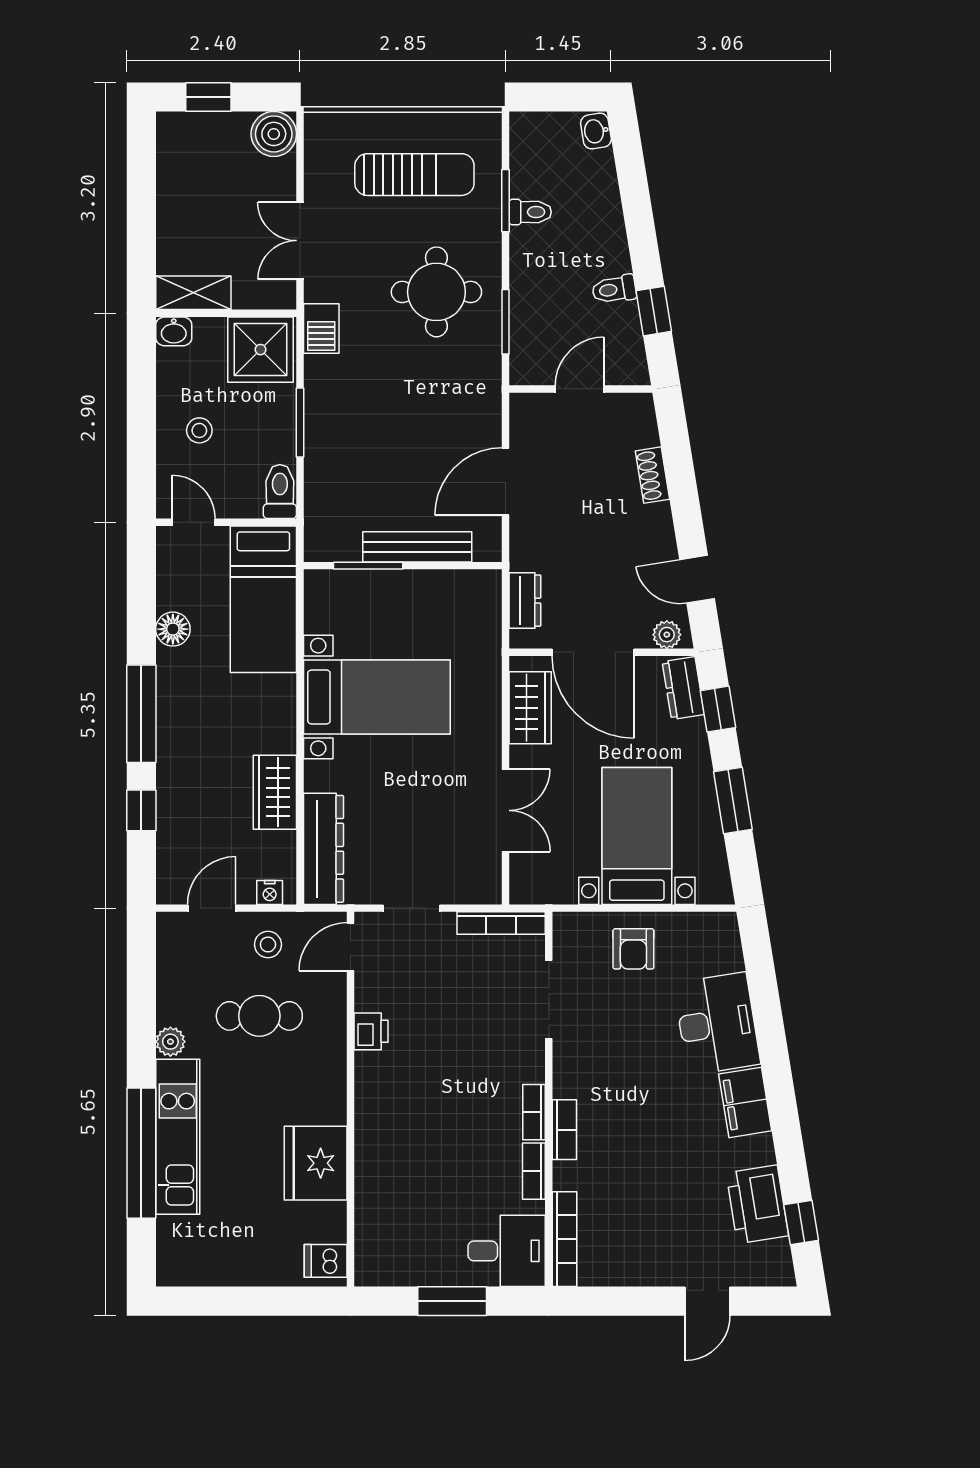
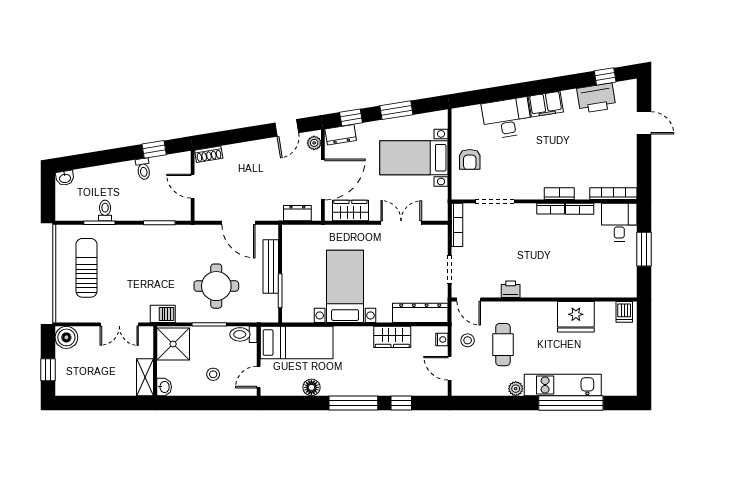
round table: (436, 292) -> (216, 286), moved
shoe rack: (653, 475) -> (209, 154), moved
armchair: (633, 949) -> (470, 159), turned 90

